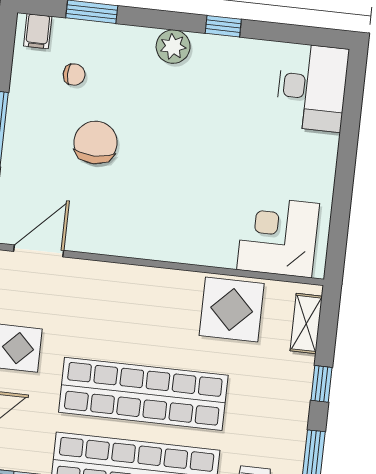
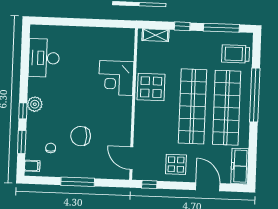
window: (223, 26) -> (23, 111), moved
desk: (312, 87) -> (44, 58), moved, turned -90
corner desk: (278, 237) -> (116, 78), moved
display table: (232, 309) -> (151, 87), moved

